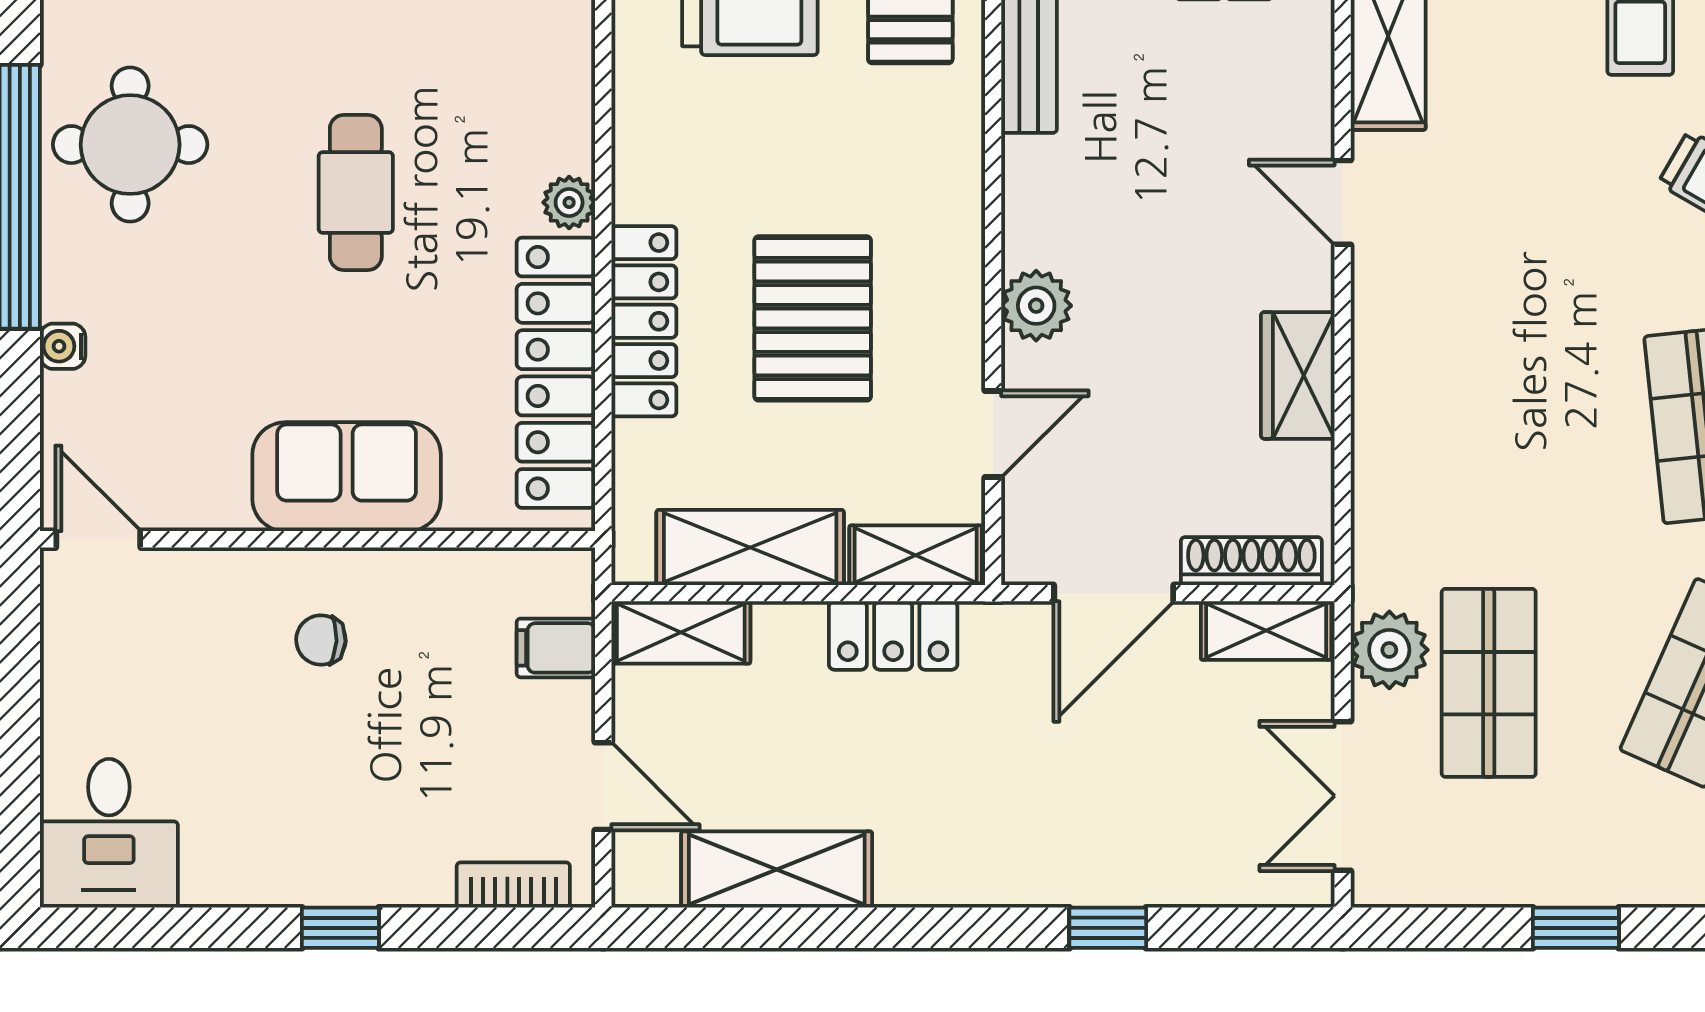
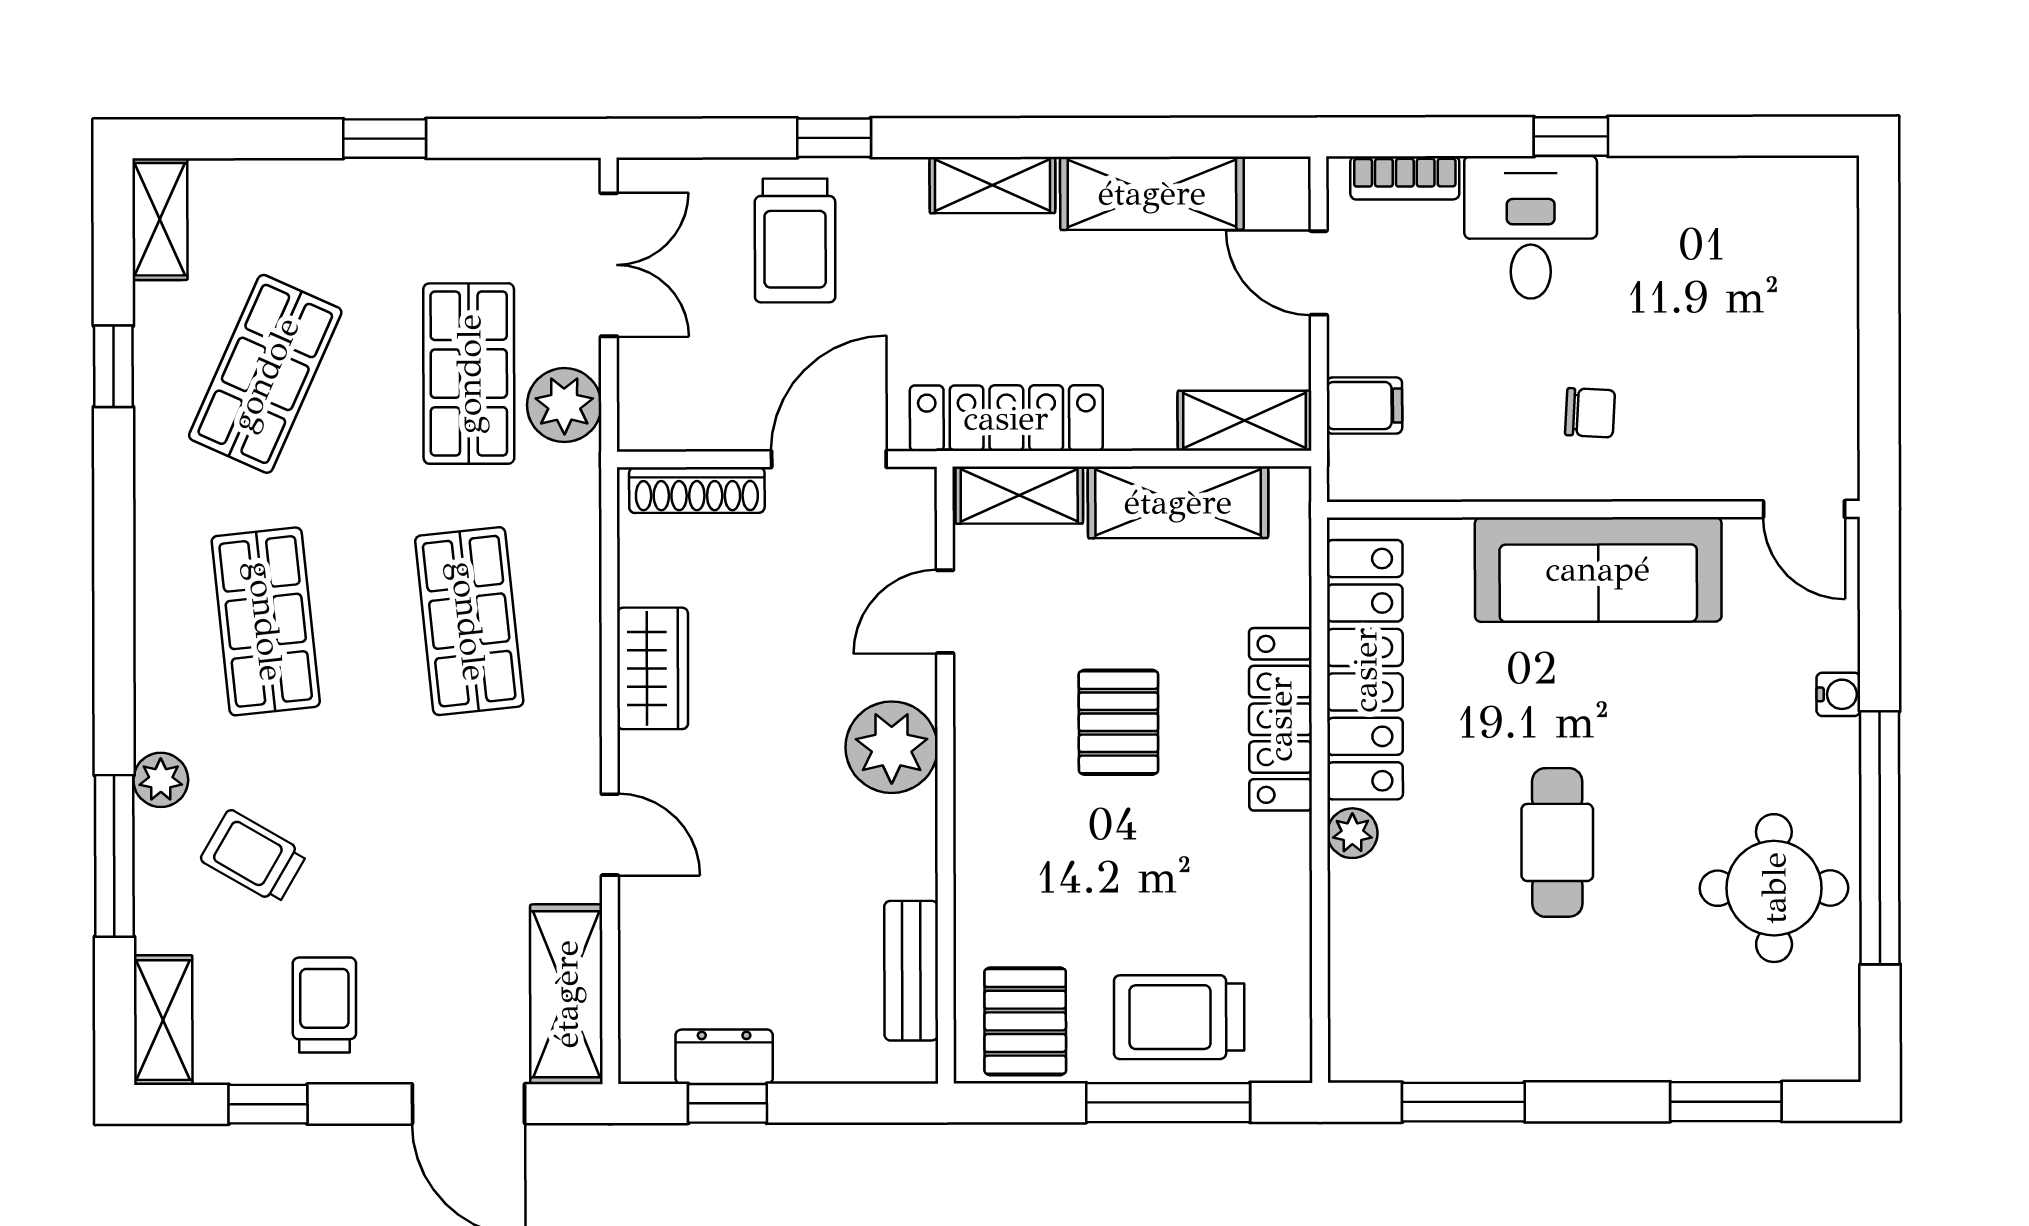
plant: (1036, 306) -> (892, 747), width x1.36, depth x1.36
pallet: (813, 318) -> (1118, 722), width x0.67, depth x0.71
shop shelf: (1489, 425) -> (469, 621), added
sofa: (347, 477) -> (1598, 569), width x1.36
shelving: (1266, 631) -> (992, 185), moved
locker: (893, 635) -> (1006, 418), width x1.53
trolley: (1149, 821) -> (795, 240), added
desk: (109, 833) -> (1531, 227), moved

